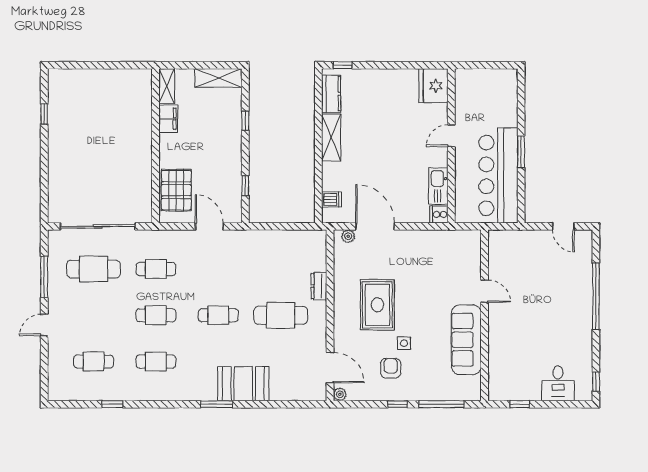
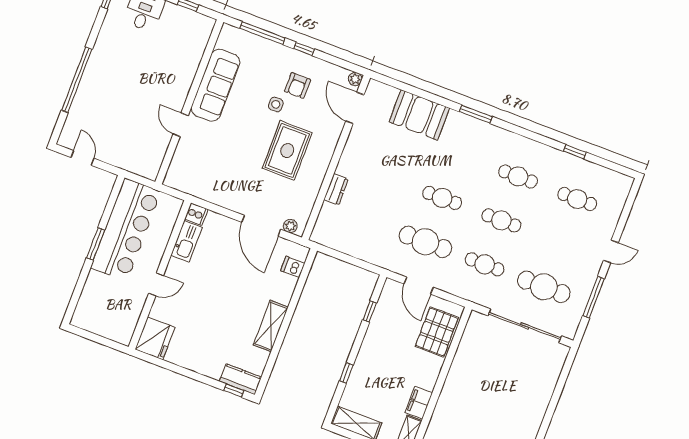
kitchen counter: (331, 94) -> (240, 379), moved, turned 90
cafe table: (281, 315) -> (425, 242), moved
booth: (243, 384) -> (419, 115), moved

